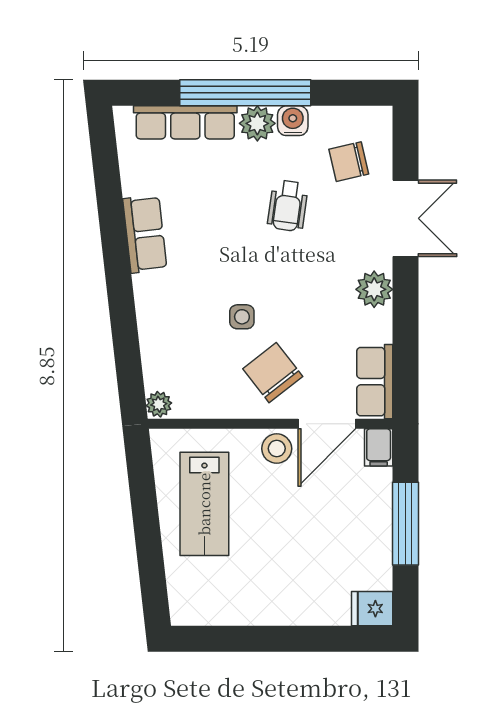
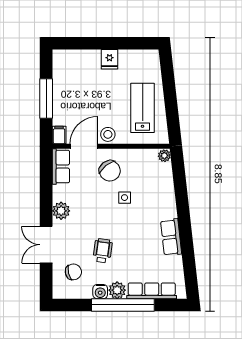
fridge: (372, 609) -> (110, 59), moved, turned 90

